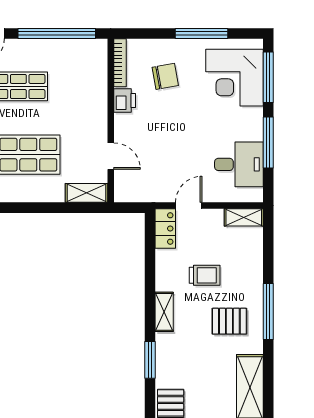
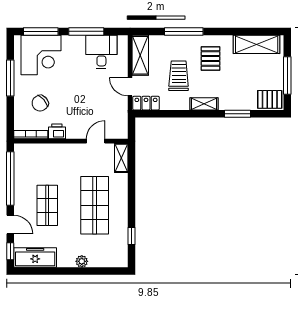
chair: (165, 76) -> (40, 103), turned -120
shelving: (244, 217) -> (140, 55), width x1.50, depth x1.33
trolley: (205, 275) -> (179, 76), width x1.36, depth x1.39
window: (268, 312) -> (184, 31), moved

